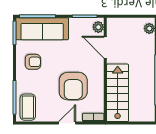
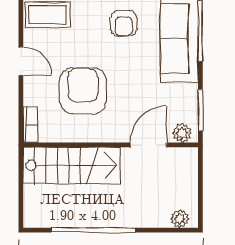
armchair: (73, 86) -> (83, 91), turned 90
door: (67, 123) -> (21, 61), moved

